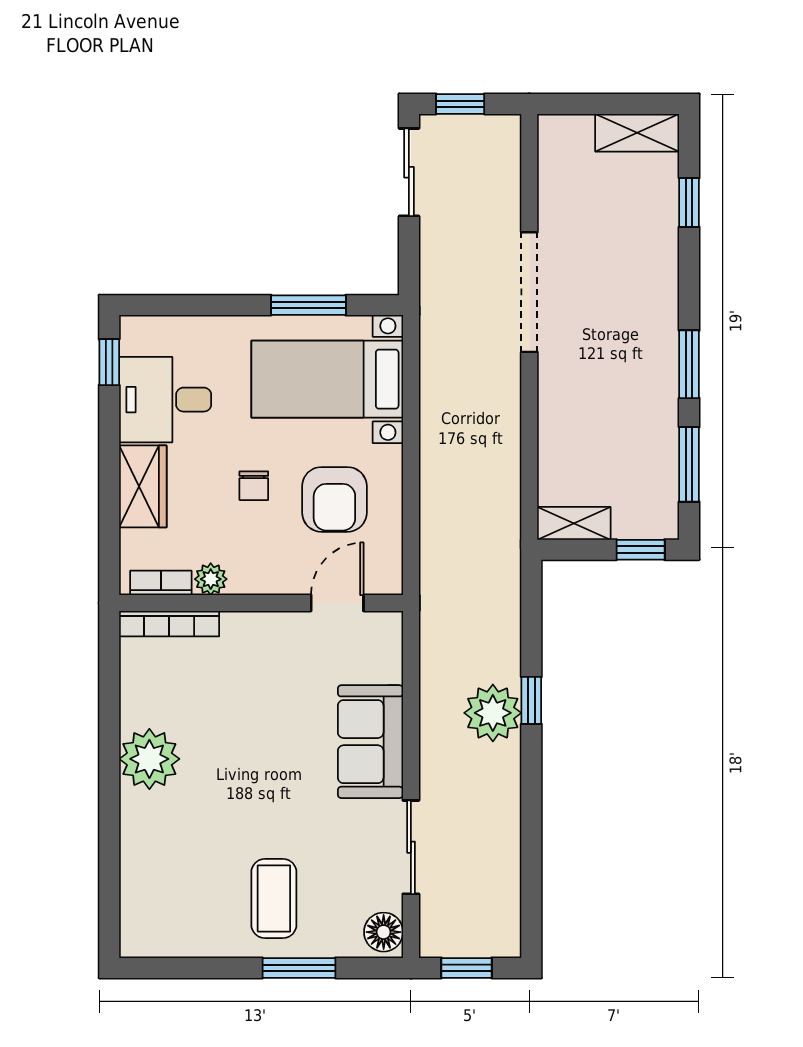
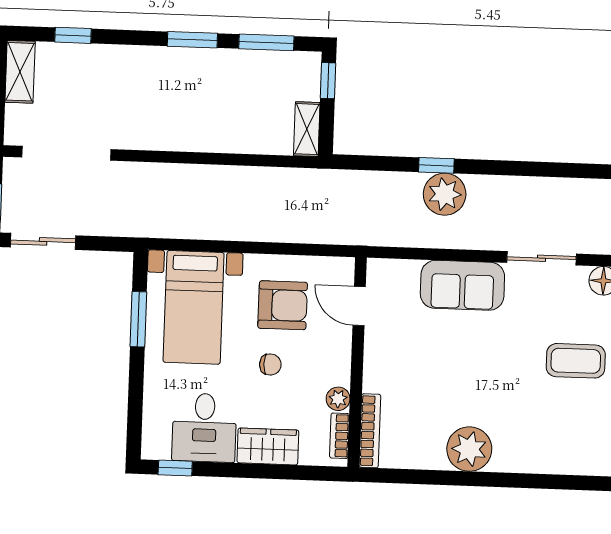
doorway: (529, 292) -> (66, 153), moved

